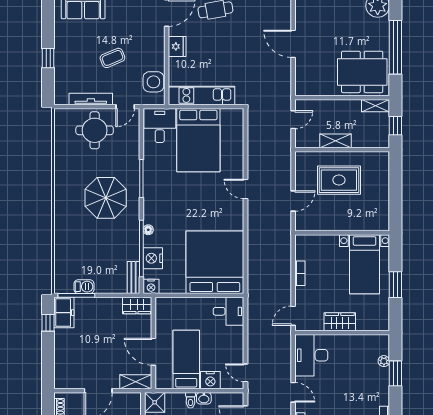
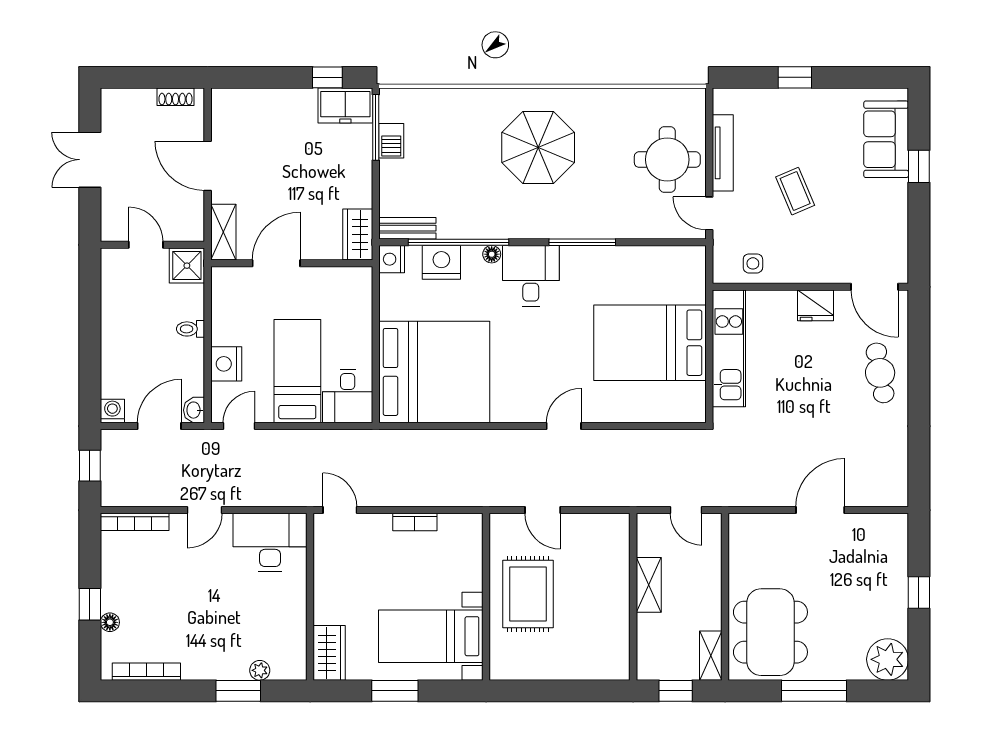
window: (395, 47) -> (814, 691), width x0.68
side table: (153, 82) -> (753, 263), width x0.54, depth x0.54
desk: (160, 126) -> (531, 276), moved, turned -90
rug: (339, 180) -> (528, 594), moved
parasol: (106, 198) -> (538, 148), moved
wardrobe: (340, 322) -> (329, 653), moved
bed: (186, 360) -> (297, 371), moved, turned -90
washbasin: (204, 398) -> (194, 410), moved

